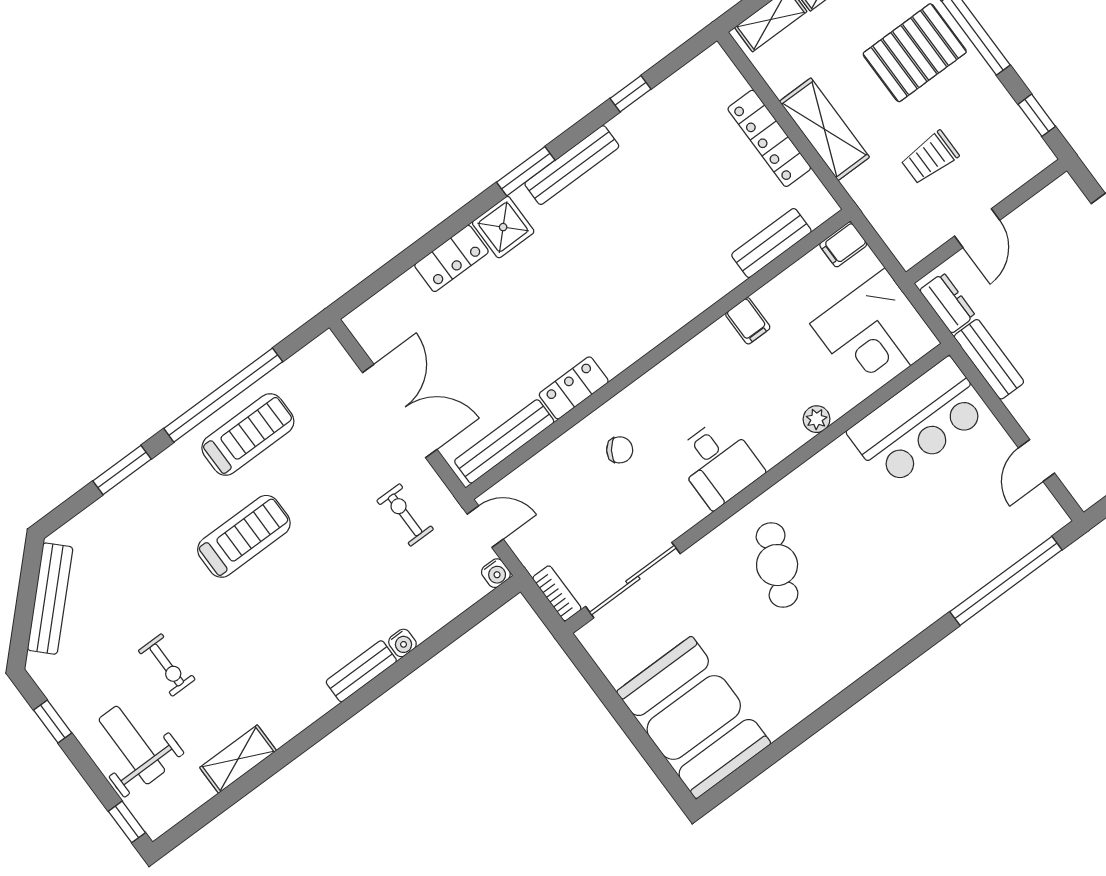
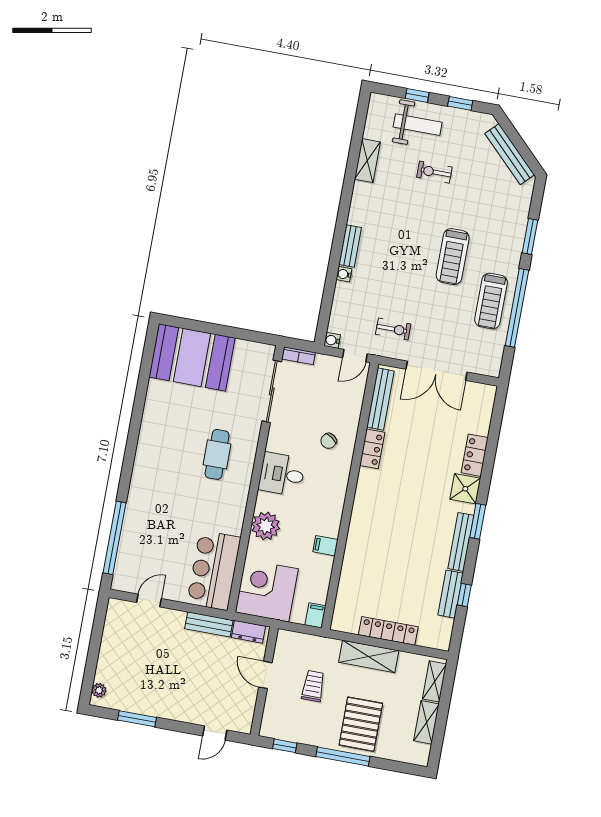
bench: (771, 243) -> (451, 594), moved
plant: (817, 419) -> (266, 526), width x1.87, depth x1.87
door: (1036, 461) -> (149, 601), hinge flipped
cafe table: (777, 565) -> (217, 454), turned 66
window: (127, 822) -> (417, 95), moved

